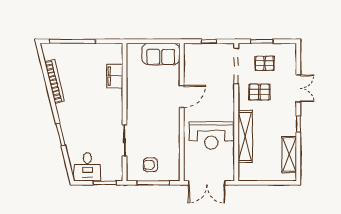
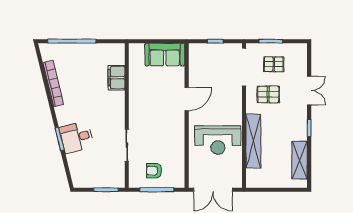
desk: (87, 167) -> (77, 137), moved, turned 76

